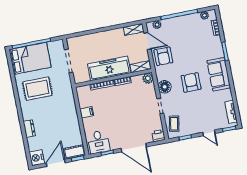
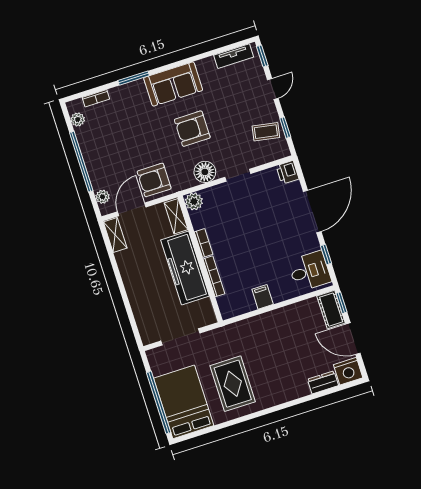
armchair: (163, 56) -> (154, 180), turned 180
coffee table: (174, 124) -> (266, 132), moved
dresser: (29, 129) -> (323, 382), moved

